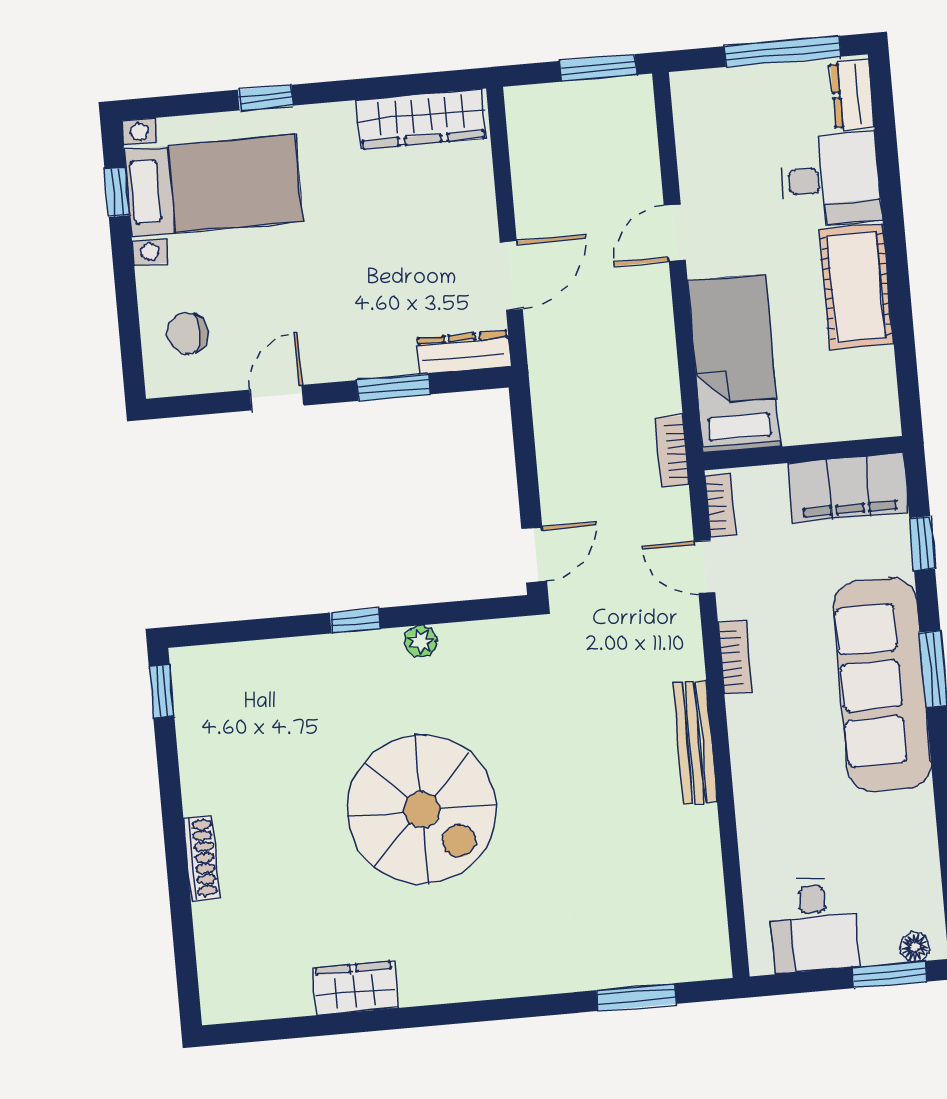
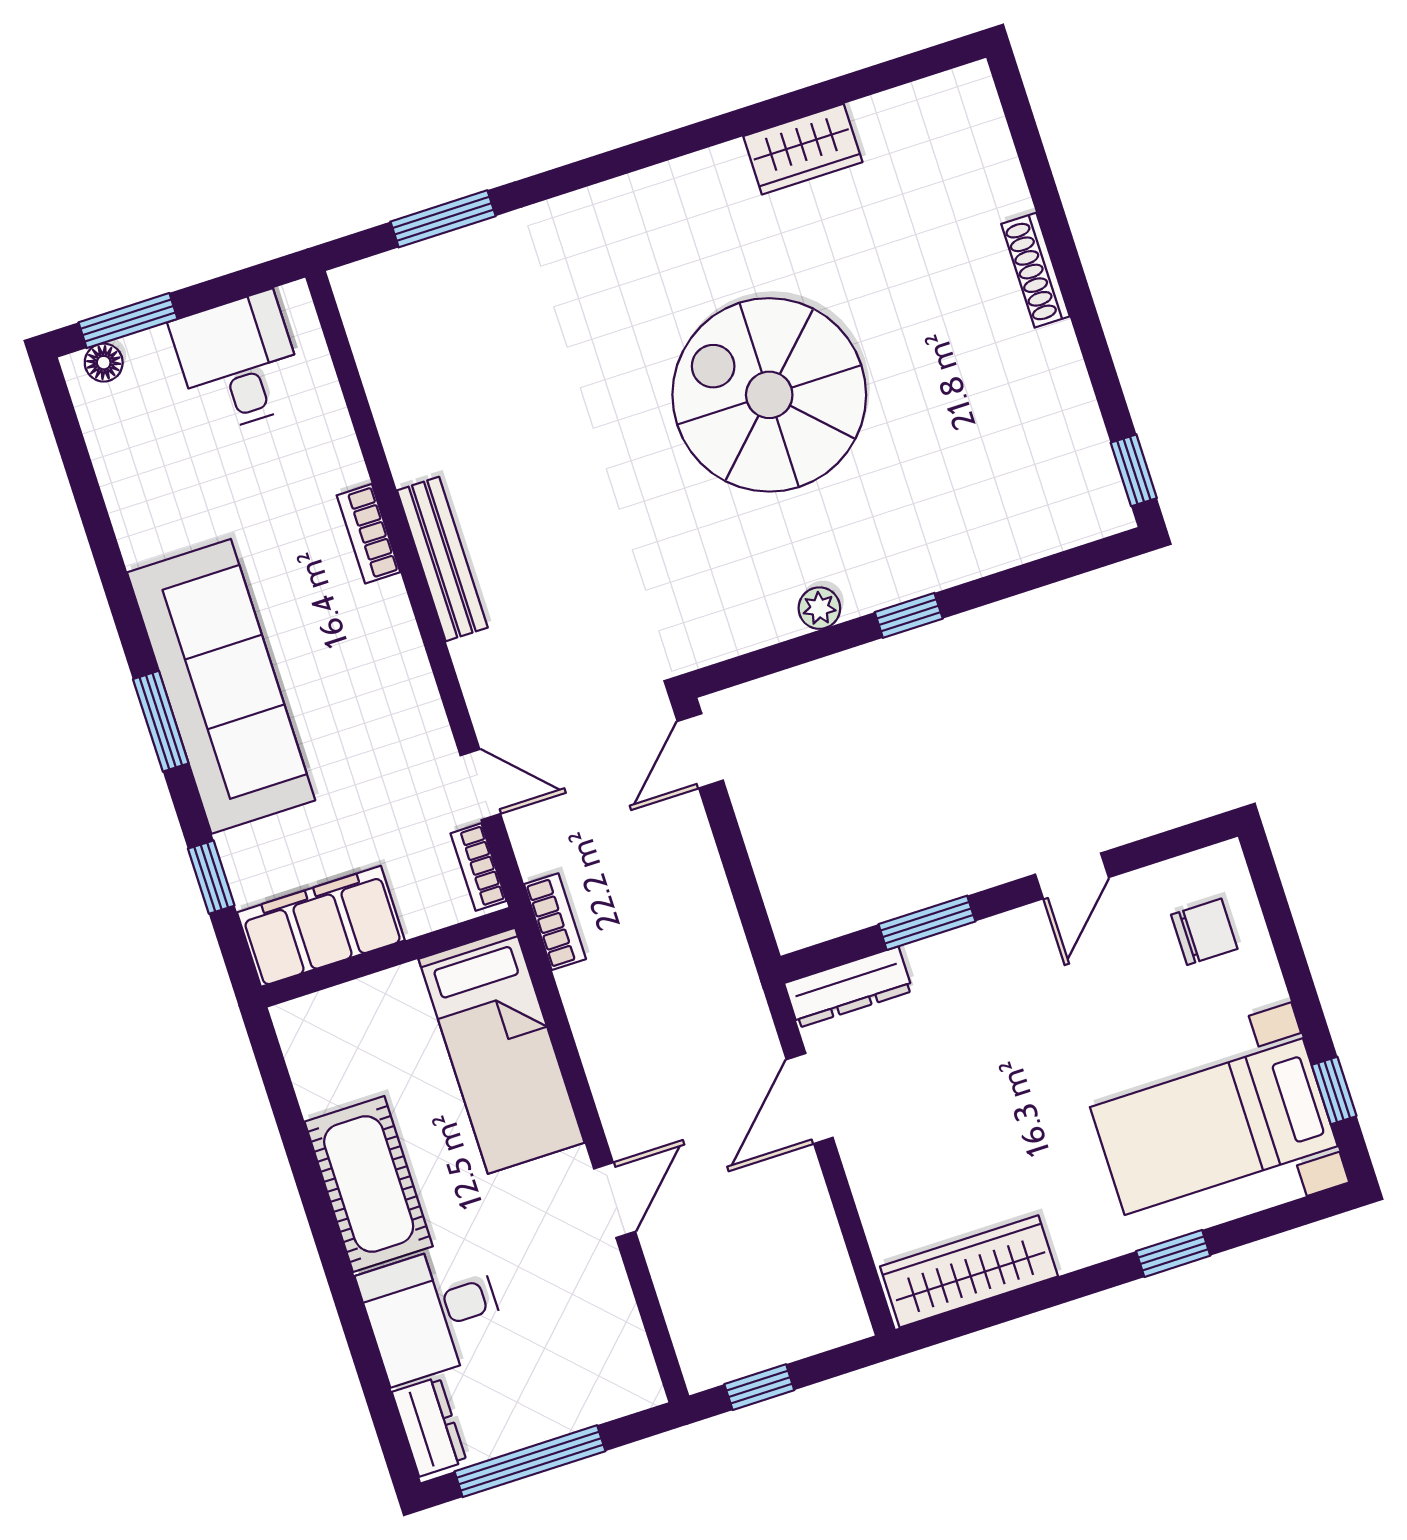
window: (598, 68) -> (759, 1387), width x0.67
bookcase: (735, 657) -> (369, 534), moved

